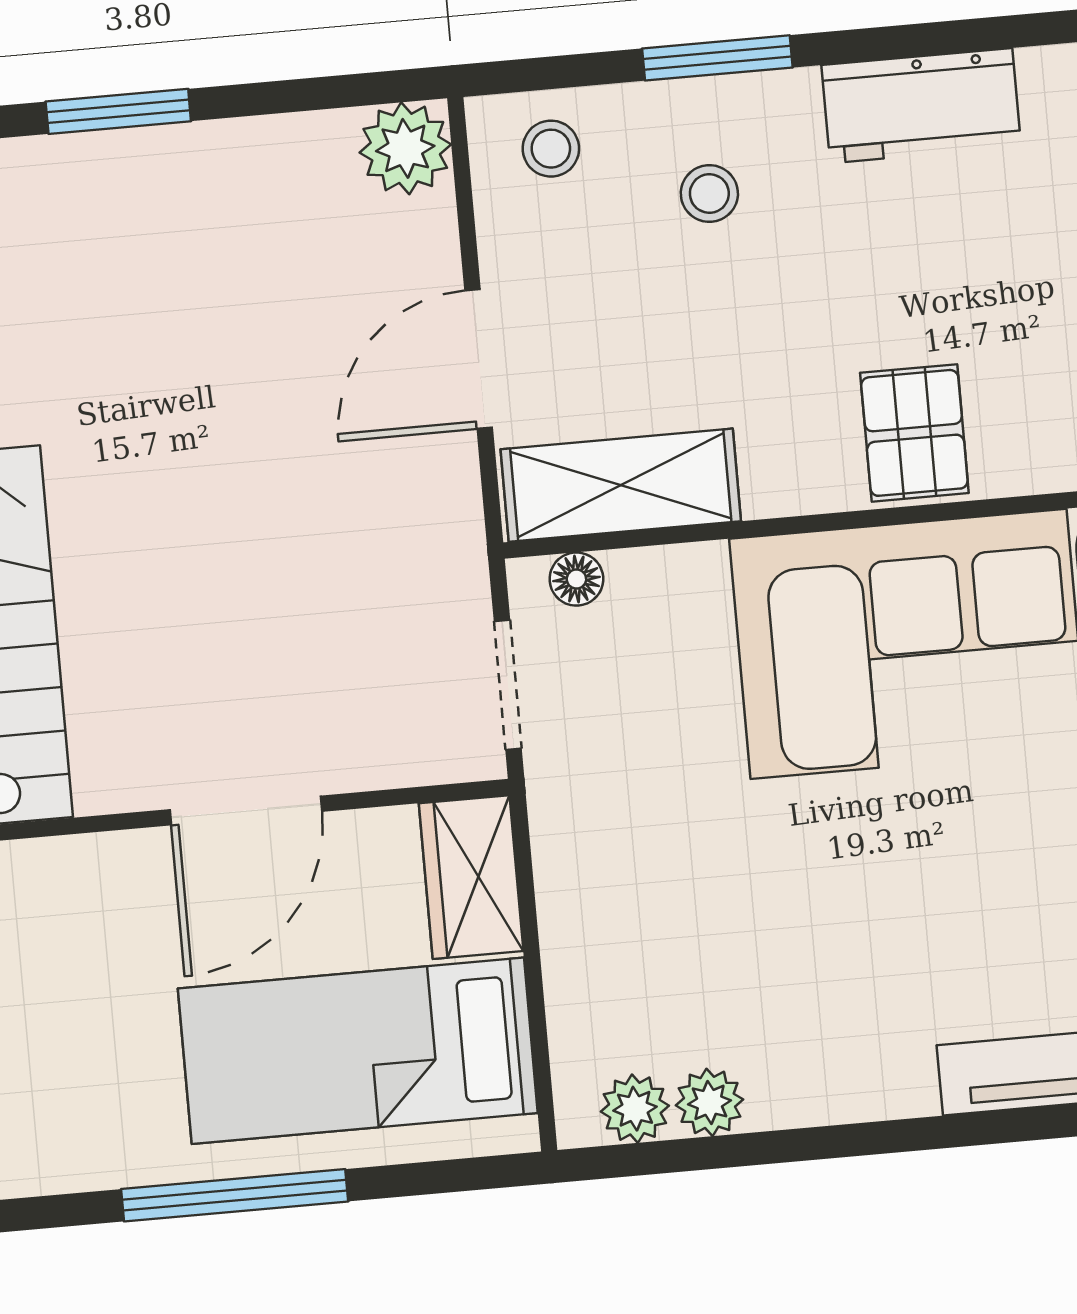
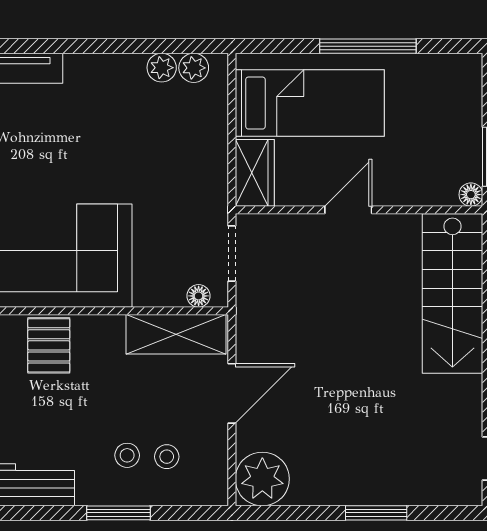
plant: (405, 148) -> (262, 479), width x1.36, depth x1.36
stool: (551, 149) -> (167, 457), moved
door: (246, 810) -> (348, 210), width x0.73

